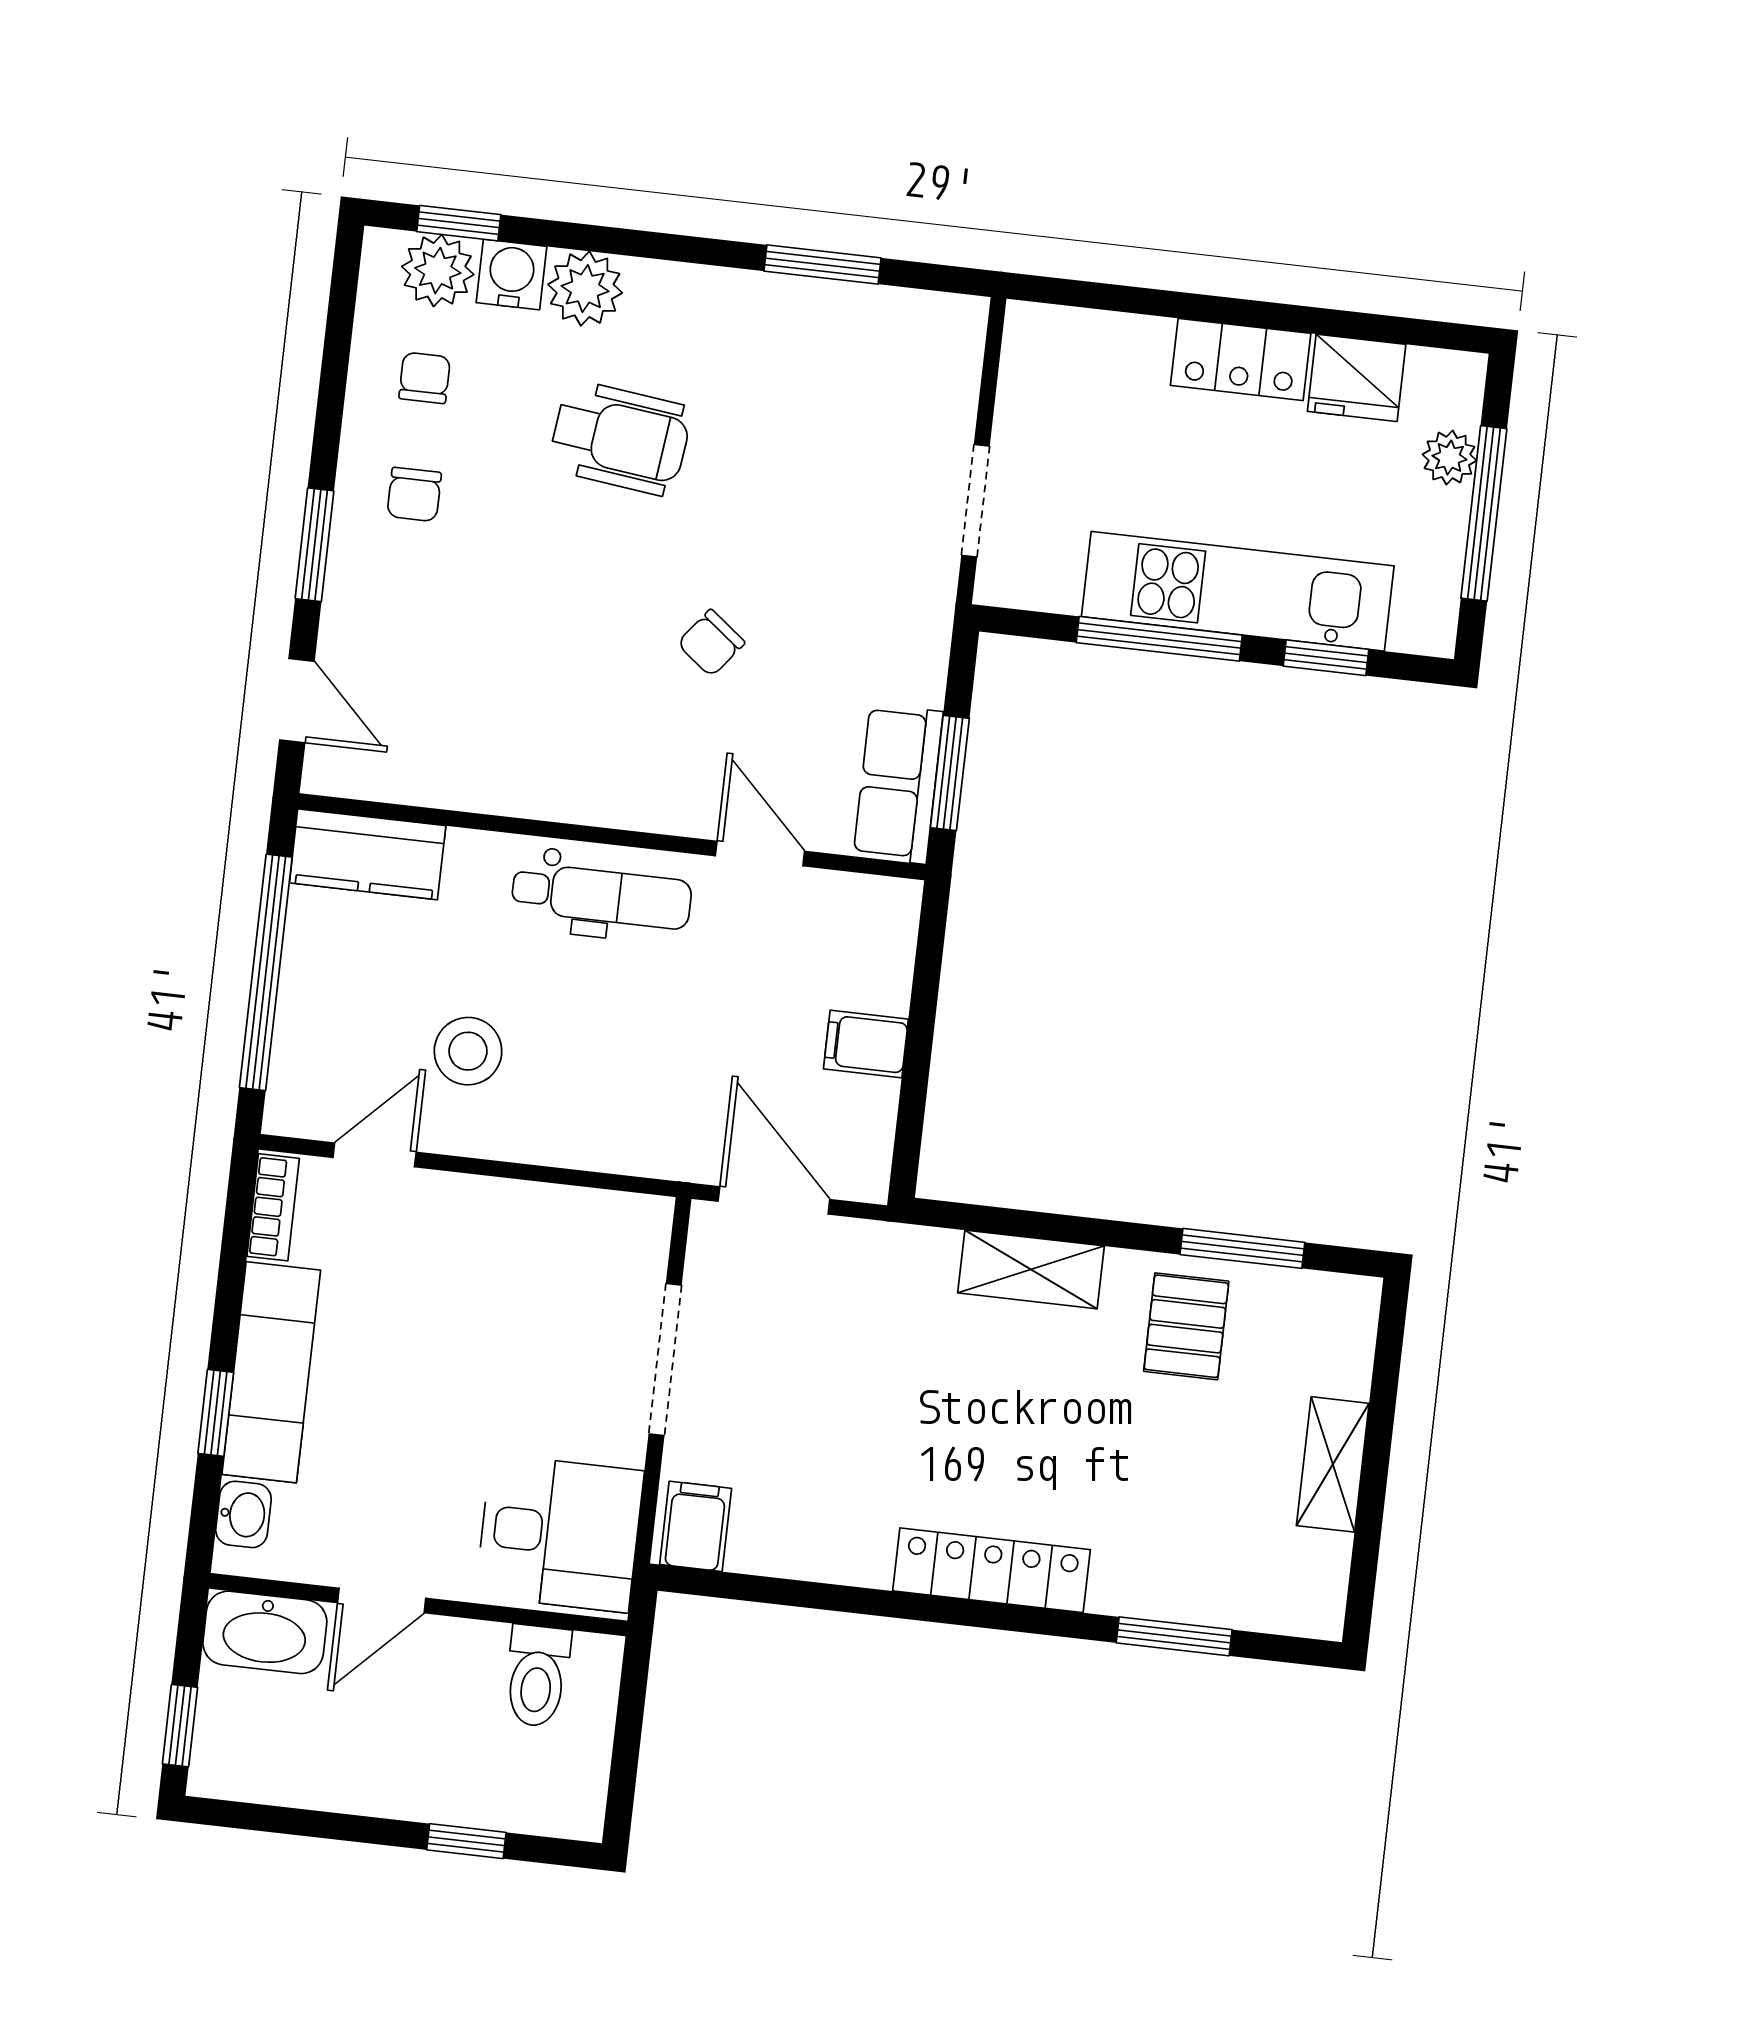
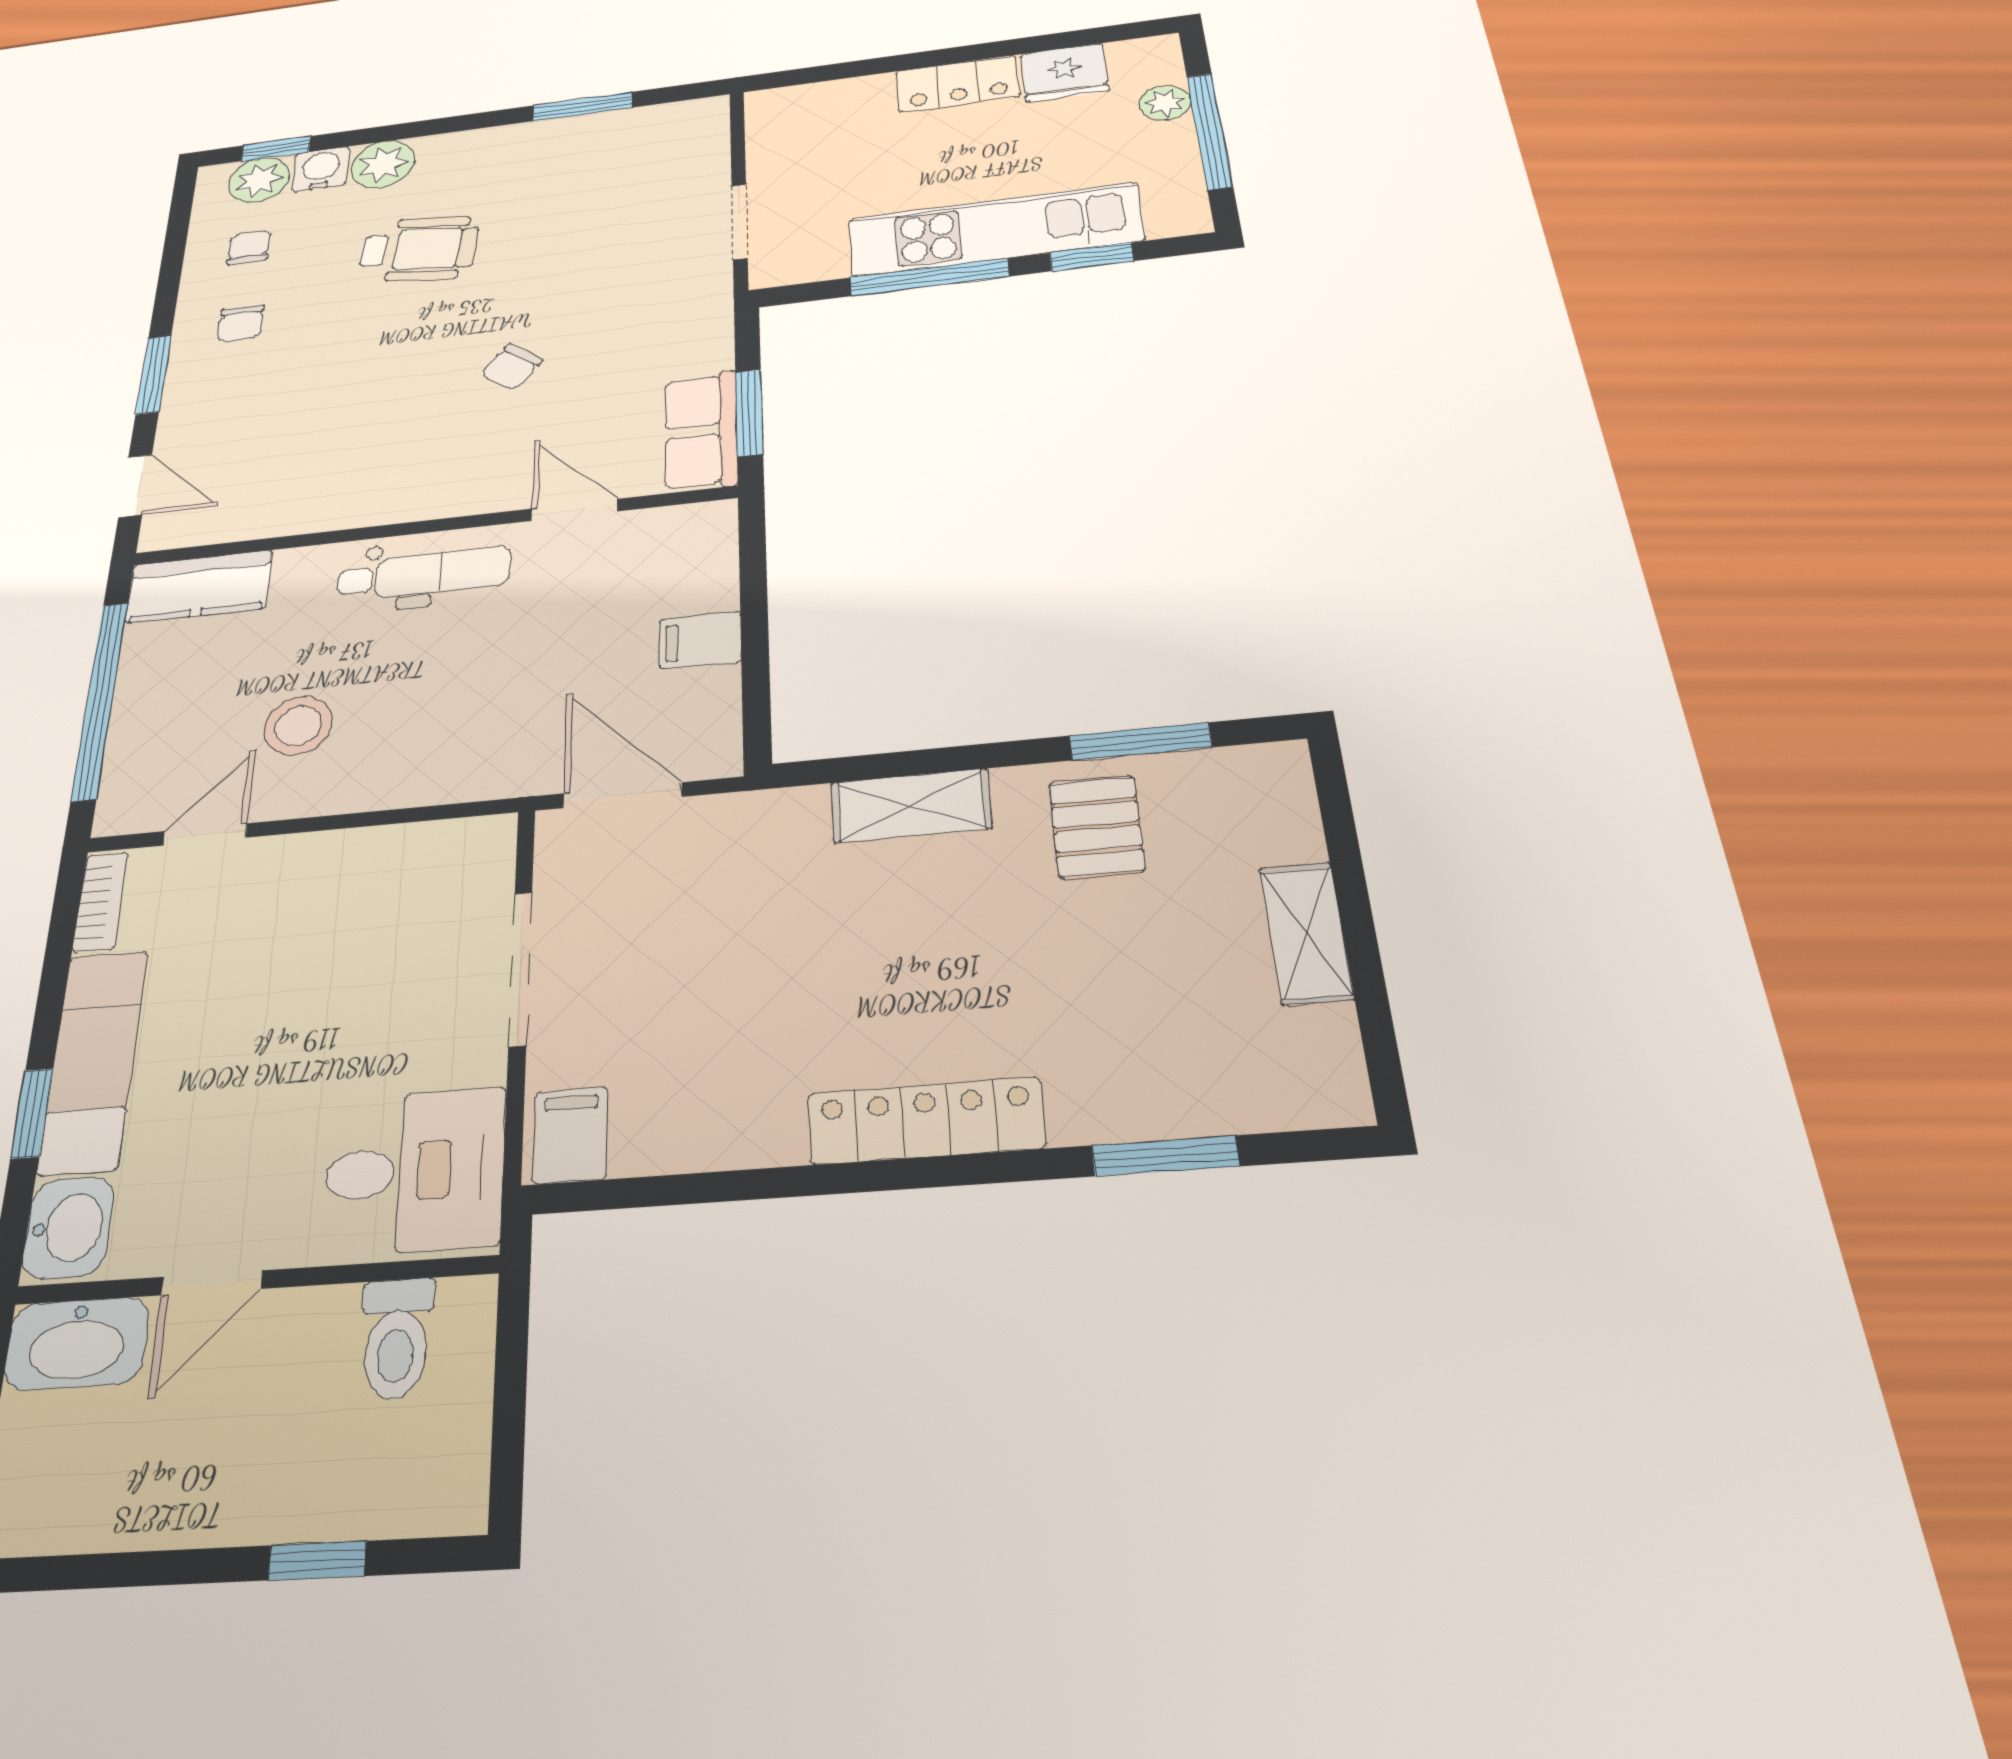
washbasin: (243, 1514) -> (68, 1228), width x1.38, depth x1.45

